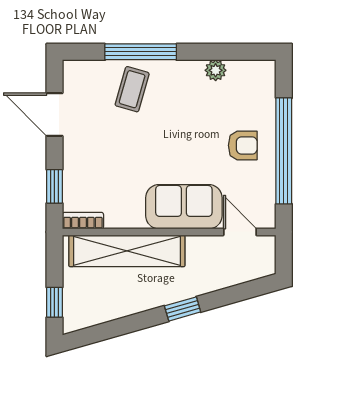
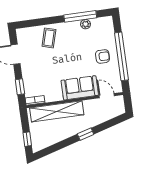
window: (141, 52) -> (80, 16), moved

